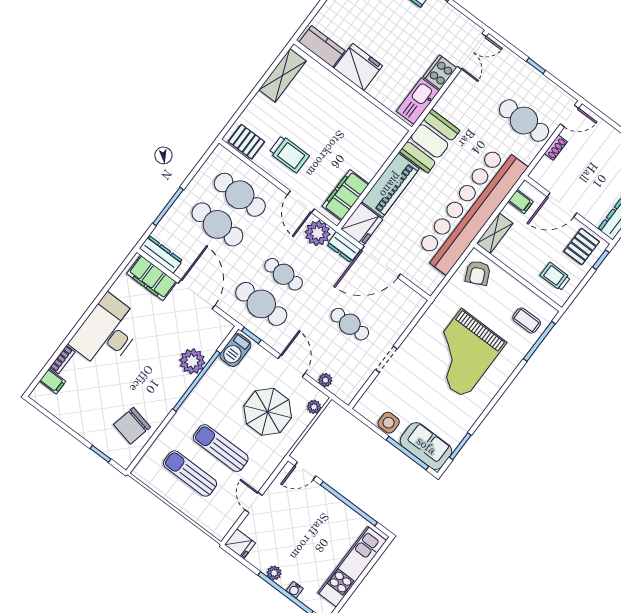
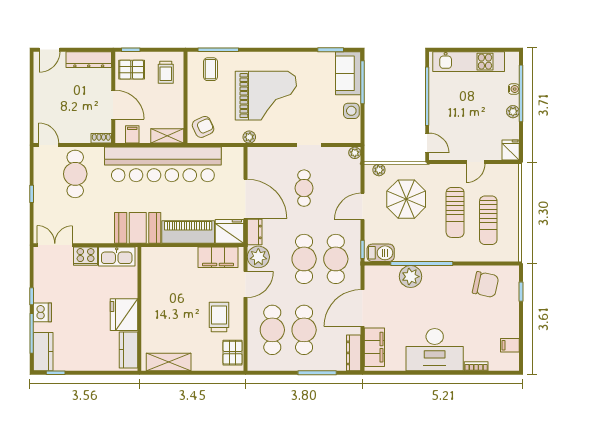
shoe rack: (556, 148) -> (101, 138), moved
cafe table: (284, 274) -> (304, 259), width x1.37, depth x1.35
plant: (436, 309) -> (249, 137), added
plant: (325, 380) -> (355, 153), moved
filing cabinet: (53, 381) -> (510, 345), moved, turned -90

